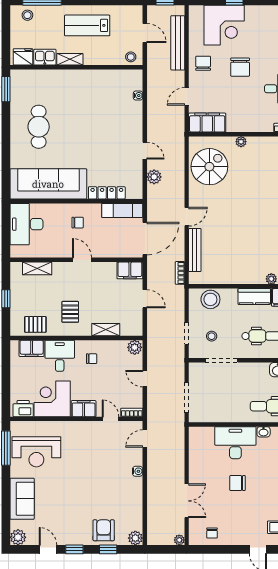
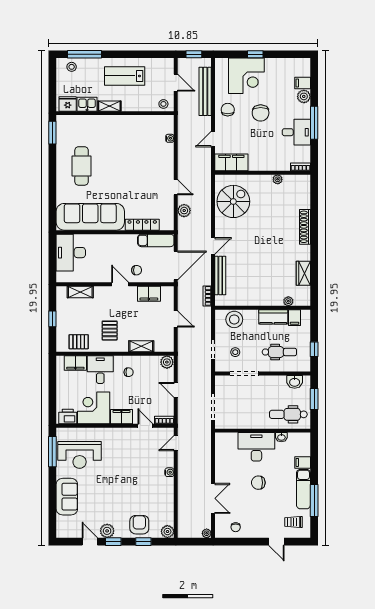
plant: (241, 142) -> (278, 179), moved
chair: (78, 223) -> (137, 270), moved
filing cabinet: (130, 270) -> (149, 294), moved
plant: (18, 537) -> (107, 531), moved

